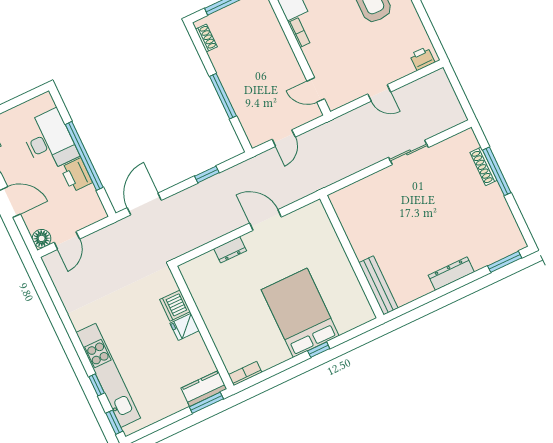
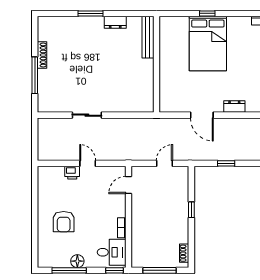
printer: (422, 58) -> (72, 173), moved
door: (316, 90) -> (128, 185), swing flipped
window: (223, 96) -> (191, 210), width x0.46
shoe rack: (483, 166) -> (42, 55), moved
window: (505, 262) -> (91, 13), moved
dresser: (451, 274) -> (115, 22), moved, width x0.70

